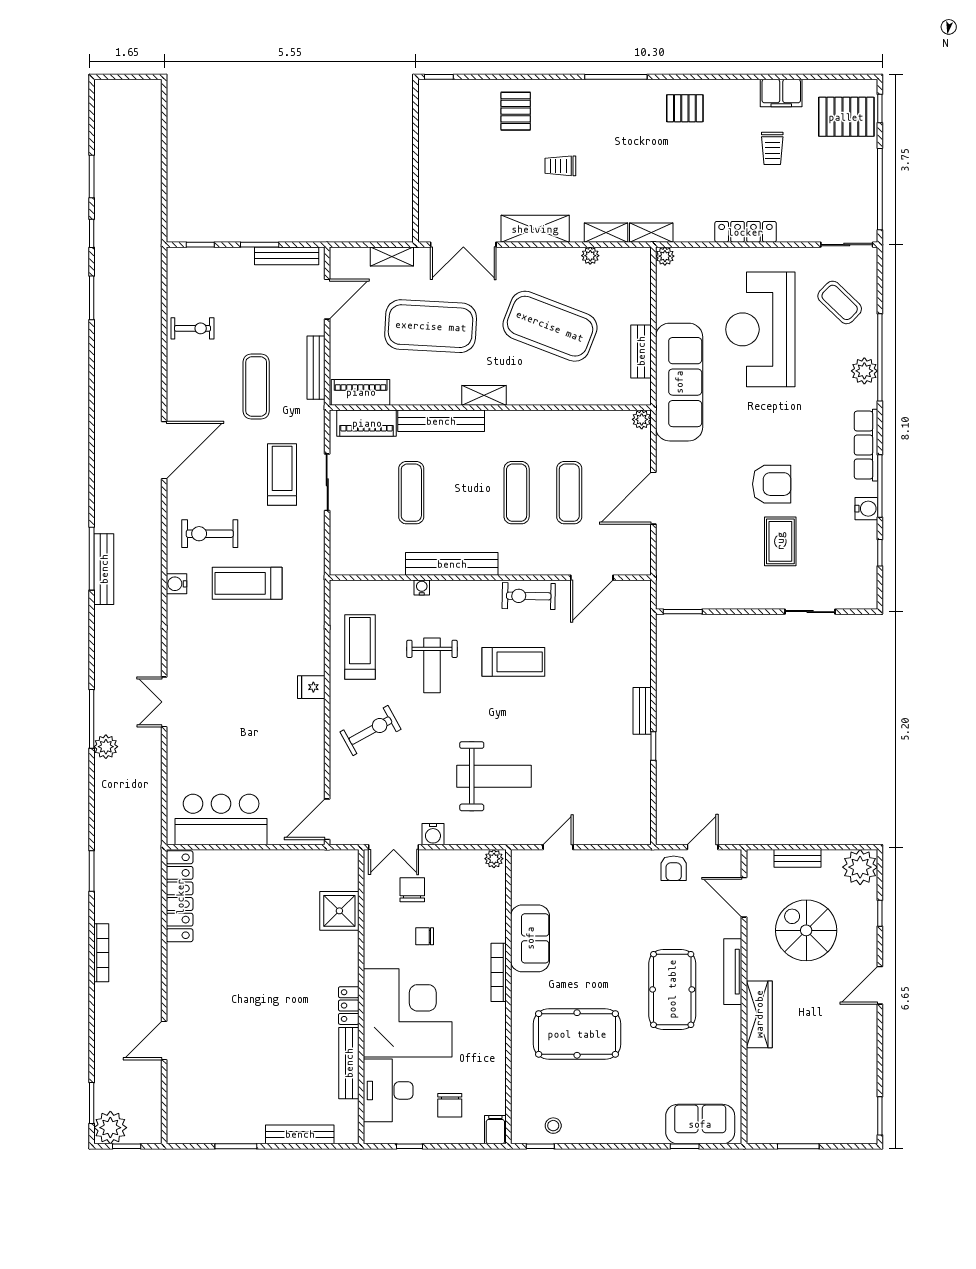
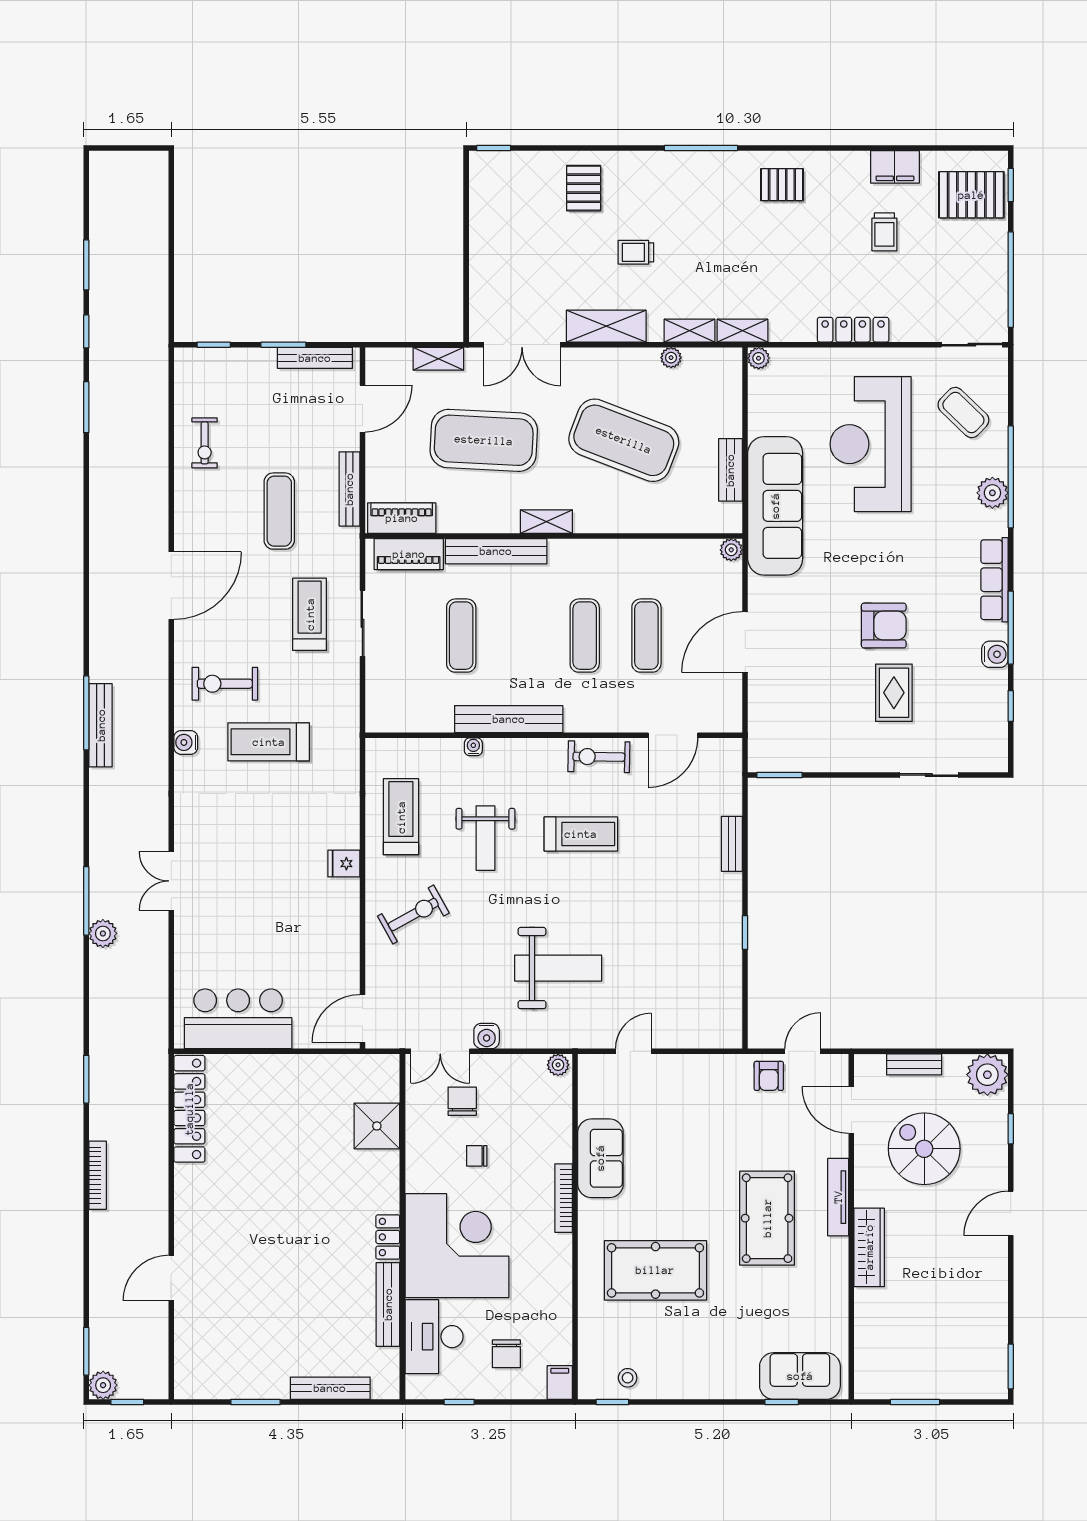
exercise bike: (192, 328) -> (205, 443), turned 90
bench: (642, 711) -> (732, 844), moved
plant: (110, 1128) -> (103, 1385), width x0.73, depth x0.73

